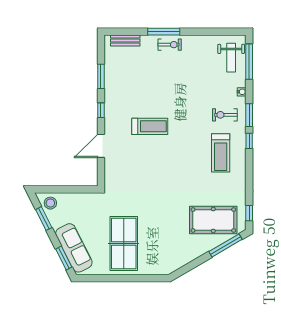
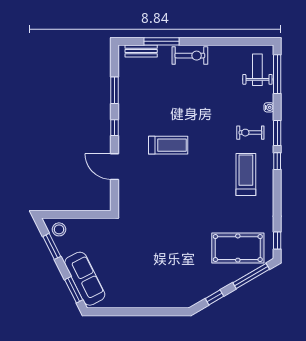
window: (164, 32) -> (161, 41), moved
exercise bike: (170, 45) -> (190, 56), width x1.38, depth x1.39
weight bench: (231, 58) -> (257, 70), turned 180
door: (101, 146) -> (115, 167), hinge flipped
treadmill: (221, 153) -> (246, 174), turned 180
table tennis table: (124, 243) -> (140, 274), removed
window: (192, 265) -> (215, 297), added

